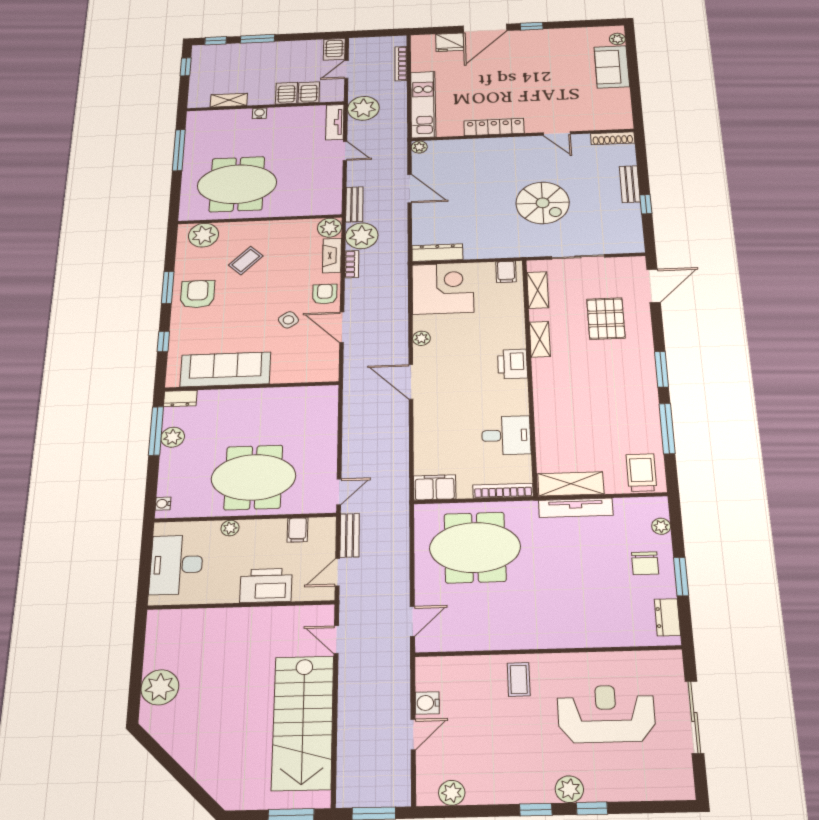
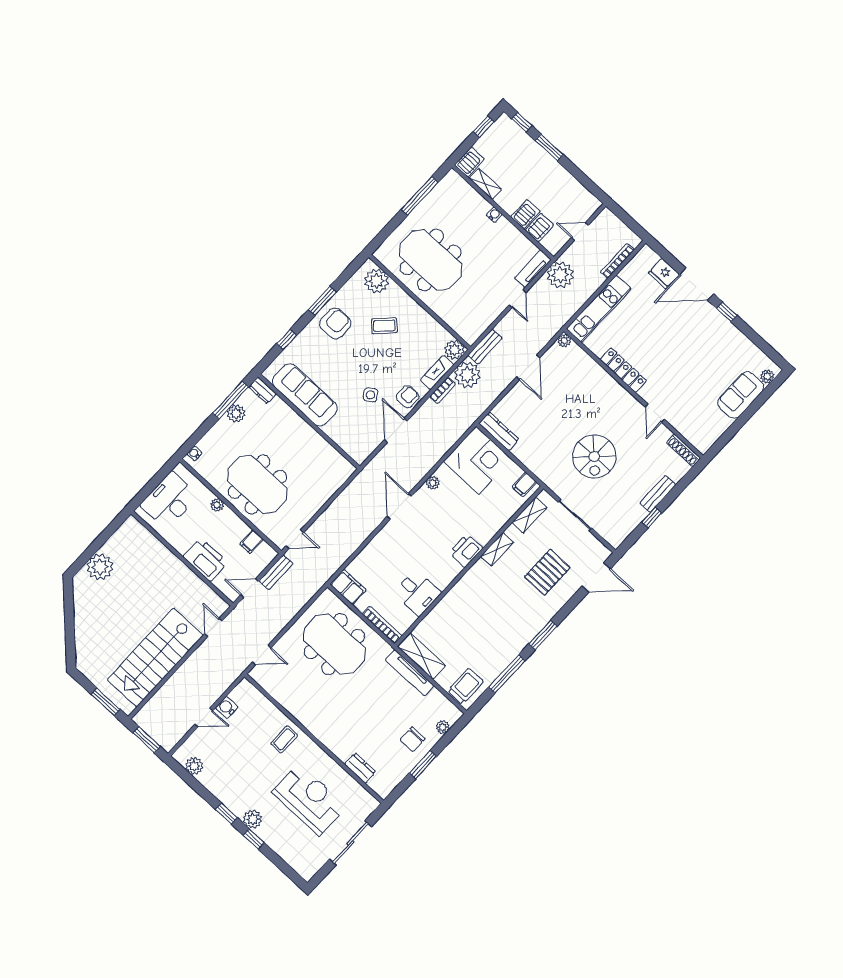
server rack: (334, 49) -> (469, 162), moved, turned 180
dresser: (667, 617) -> (360, 768), moved, turned 90

